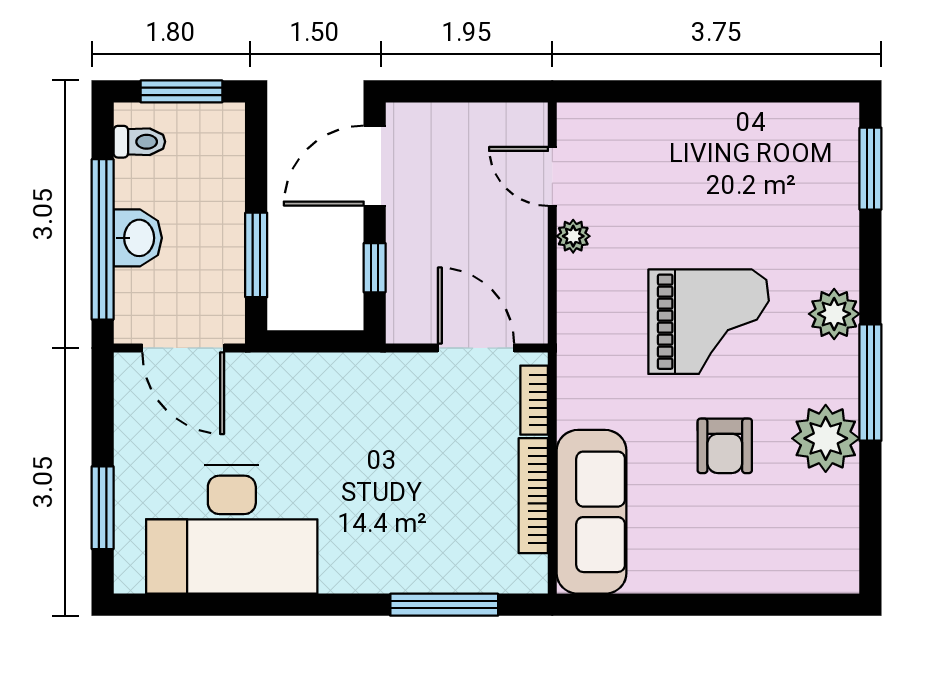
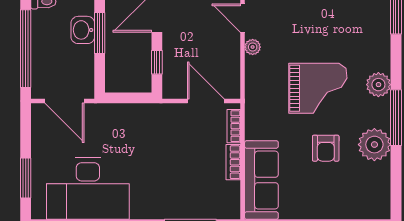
washbasin: (138, 238) -> (83, 30), moved, turned 180
window: (256, 255) -> (100, 33), moved
bookcase: (533, 496) -> (233, 162), width x0.64

